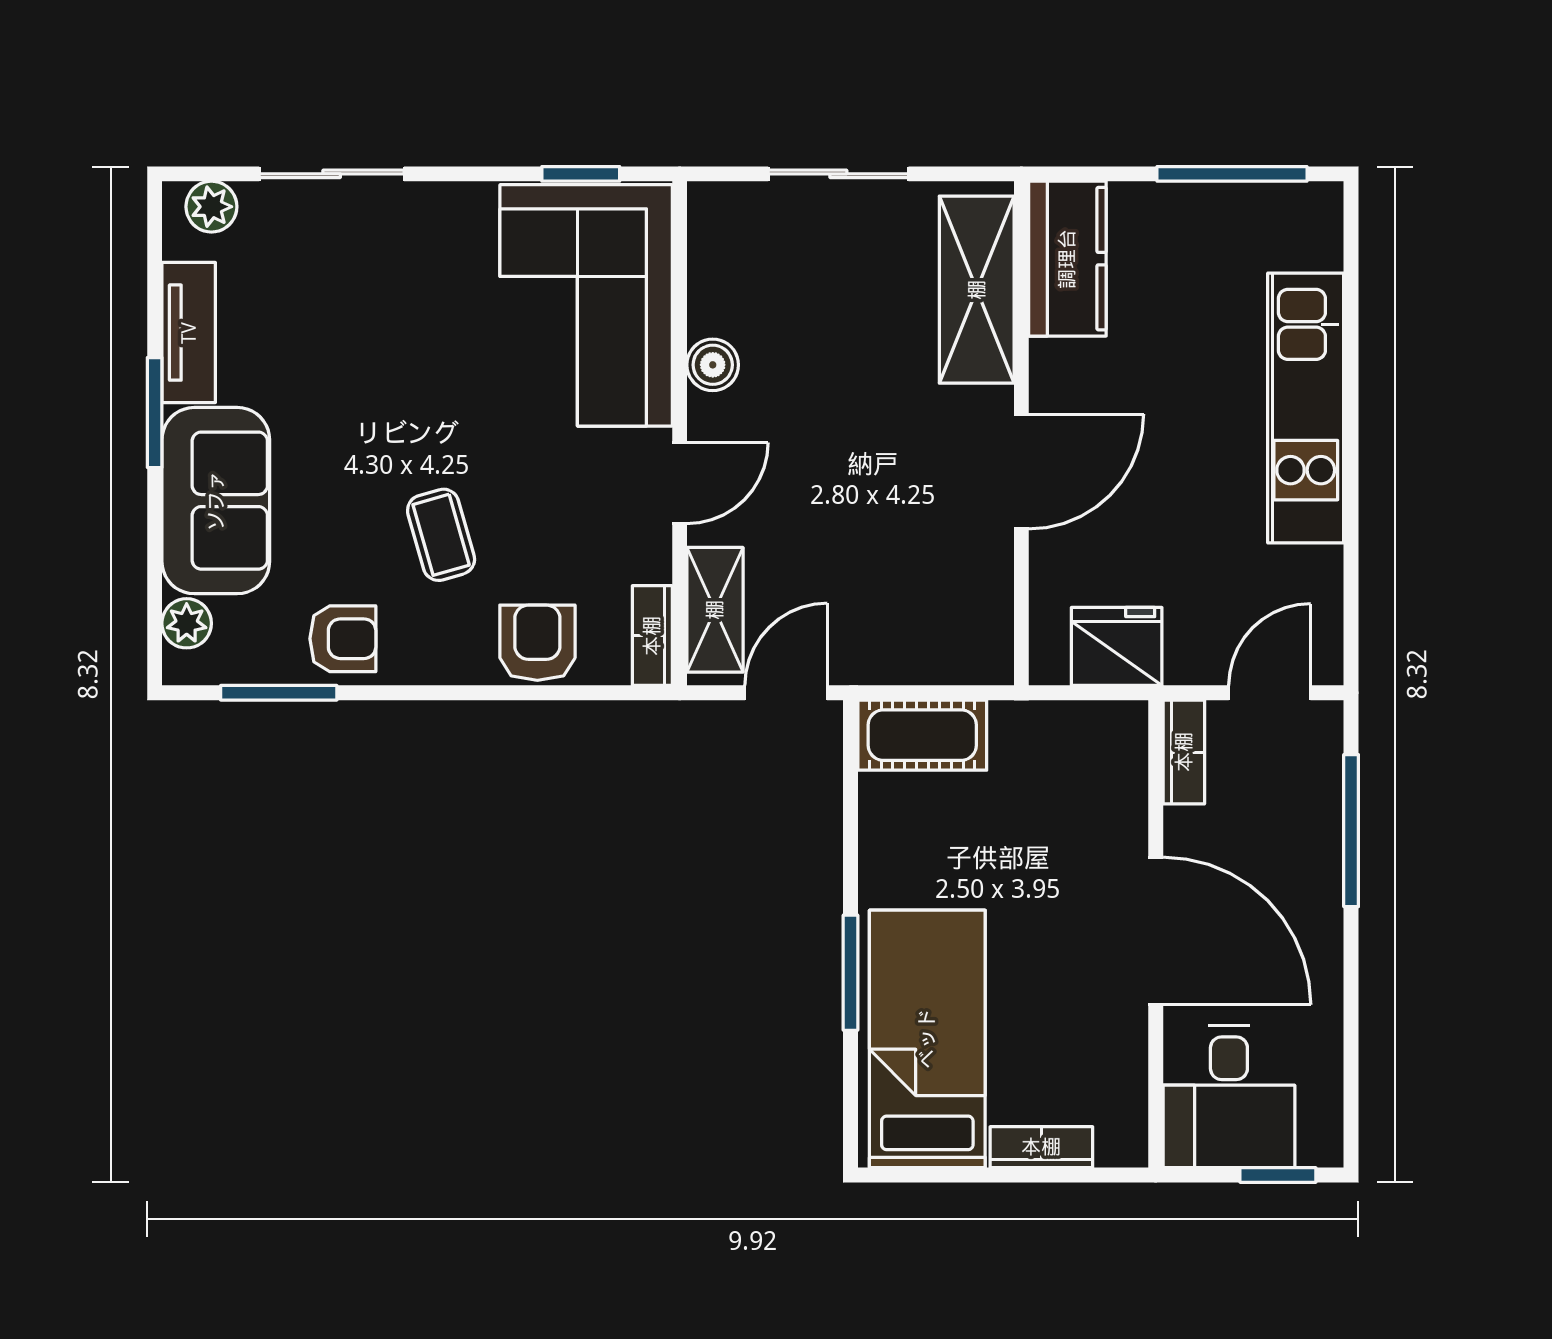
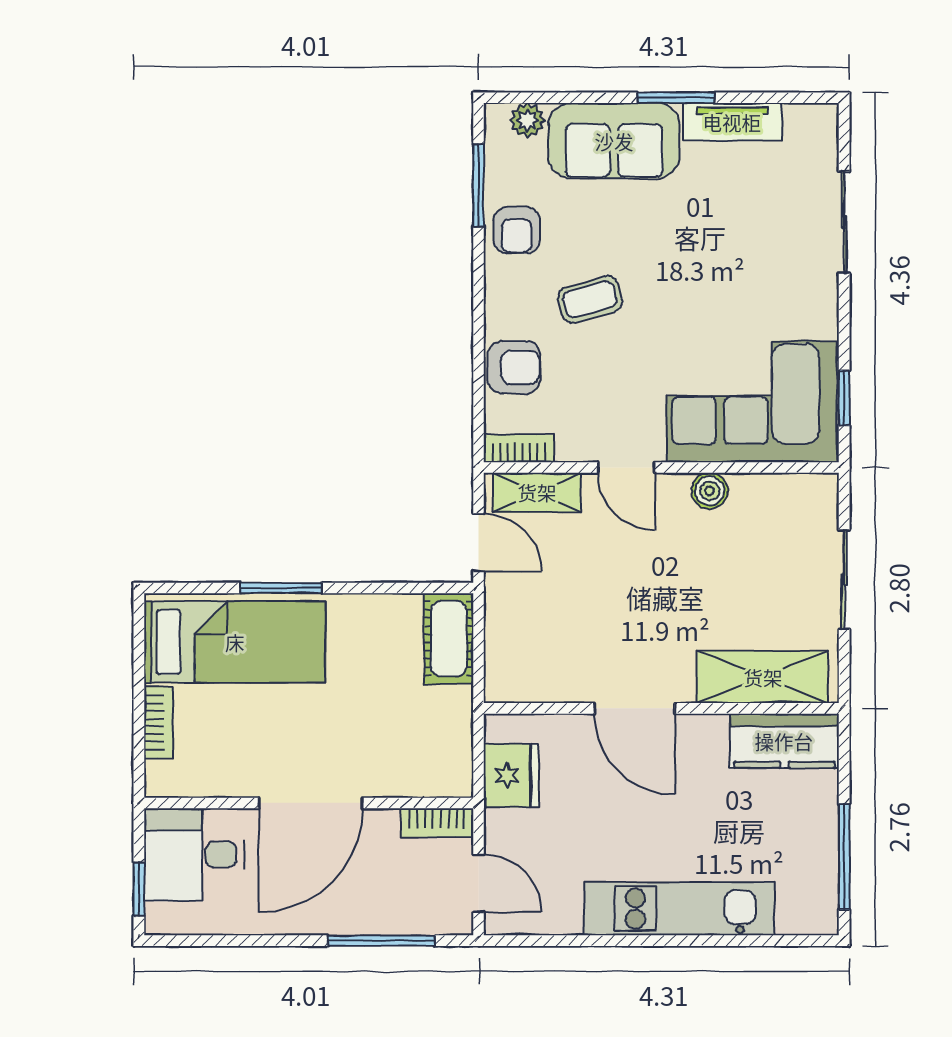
plant: (211, 207) -> (821, 138), removed

